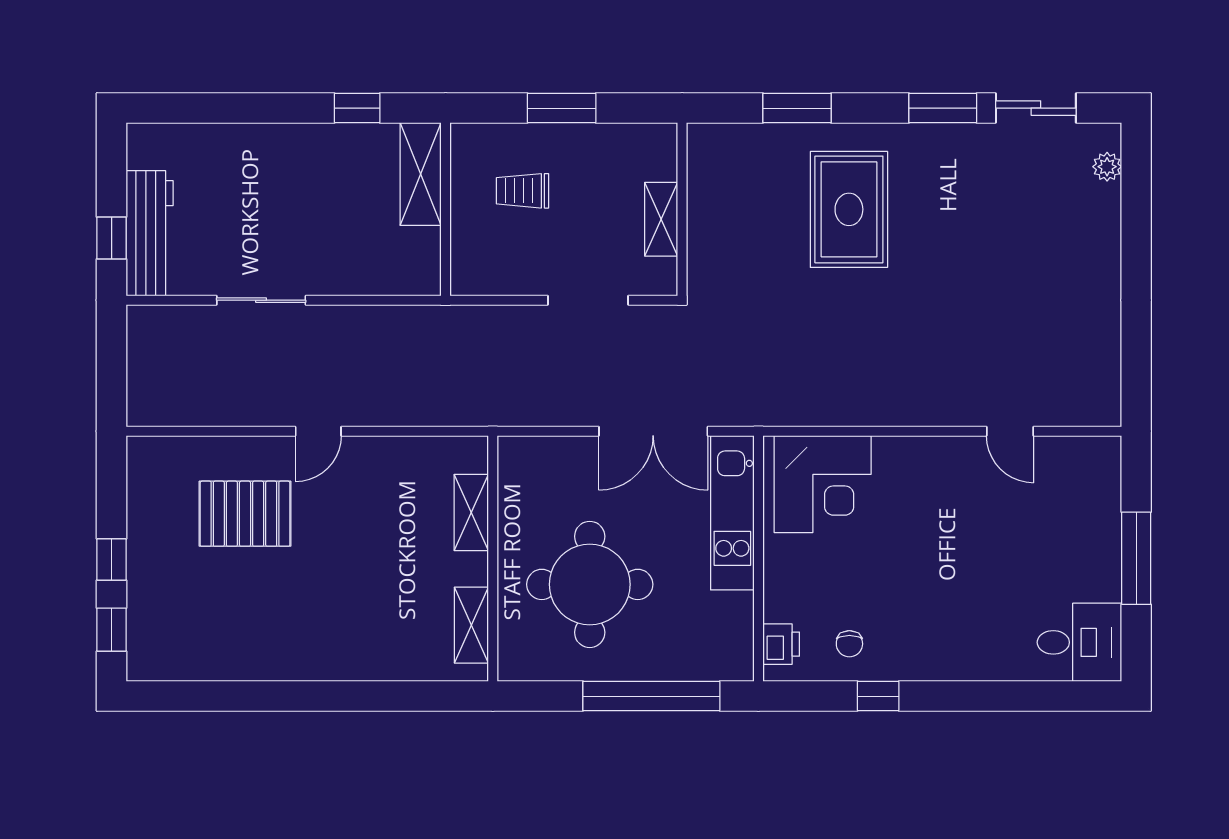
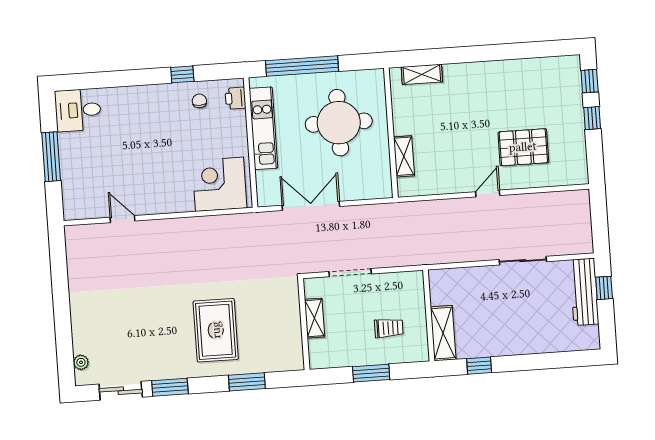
kitchen unit: (732, 513) -> (263, 128), moved
shelving: (471, 625) -> (422, 74), moved, turned 90

